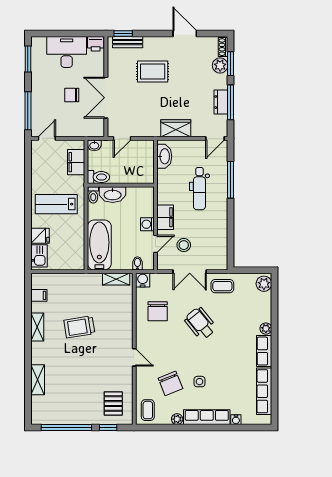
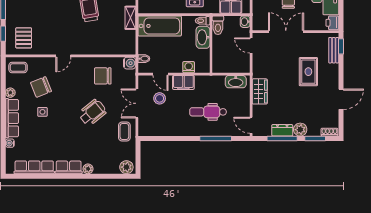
plant: (220, 65) -> (300, 130), moved
washing machine: (147, 224) -> (189, 67), moved
shelving: (116, 279) -> (130, 18), moved
pallet: (113, 404) -> (24, 38), turned 90

